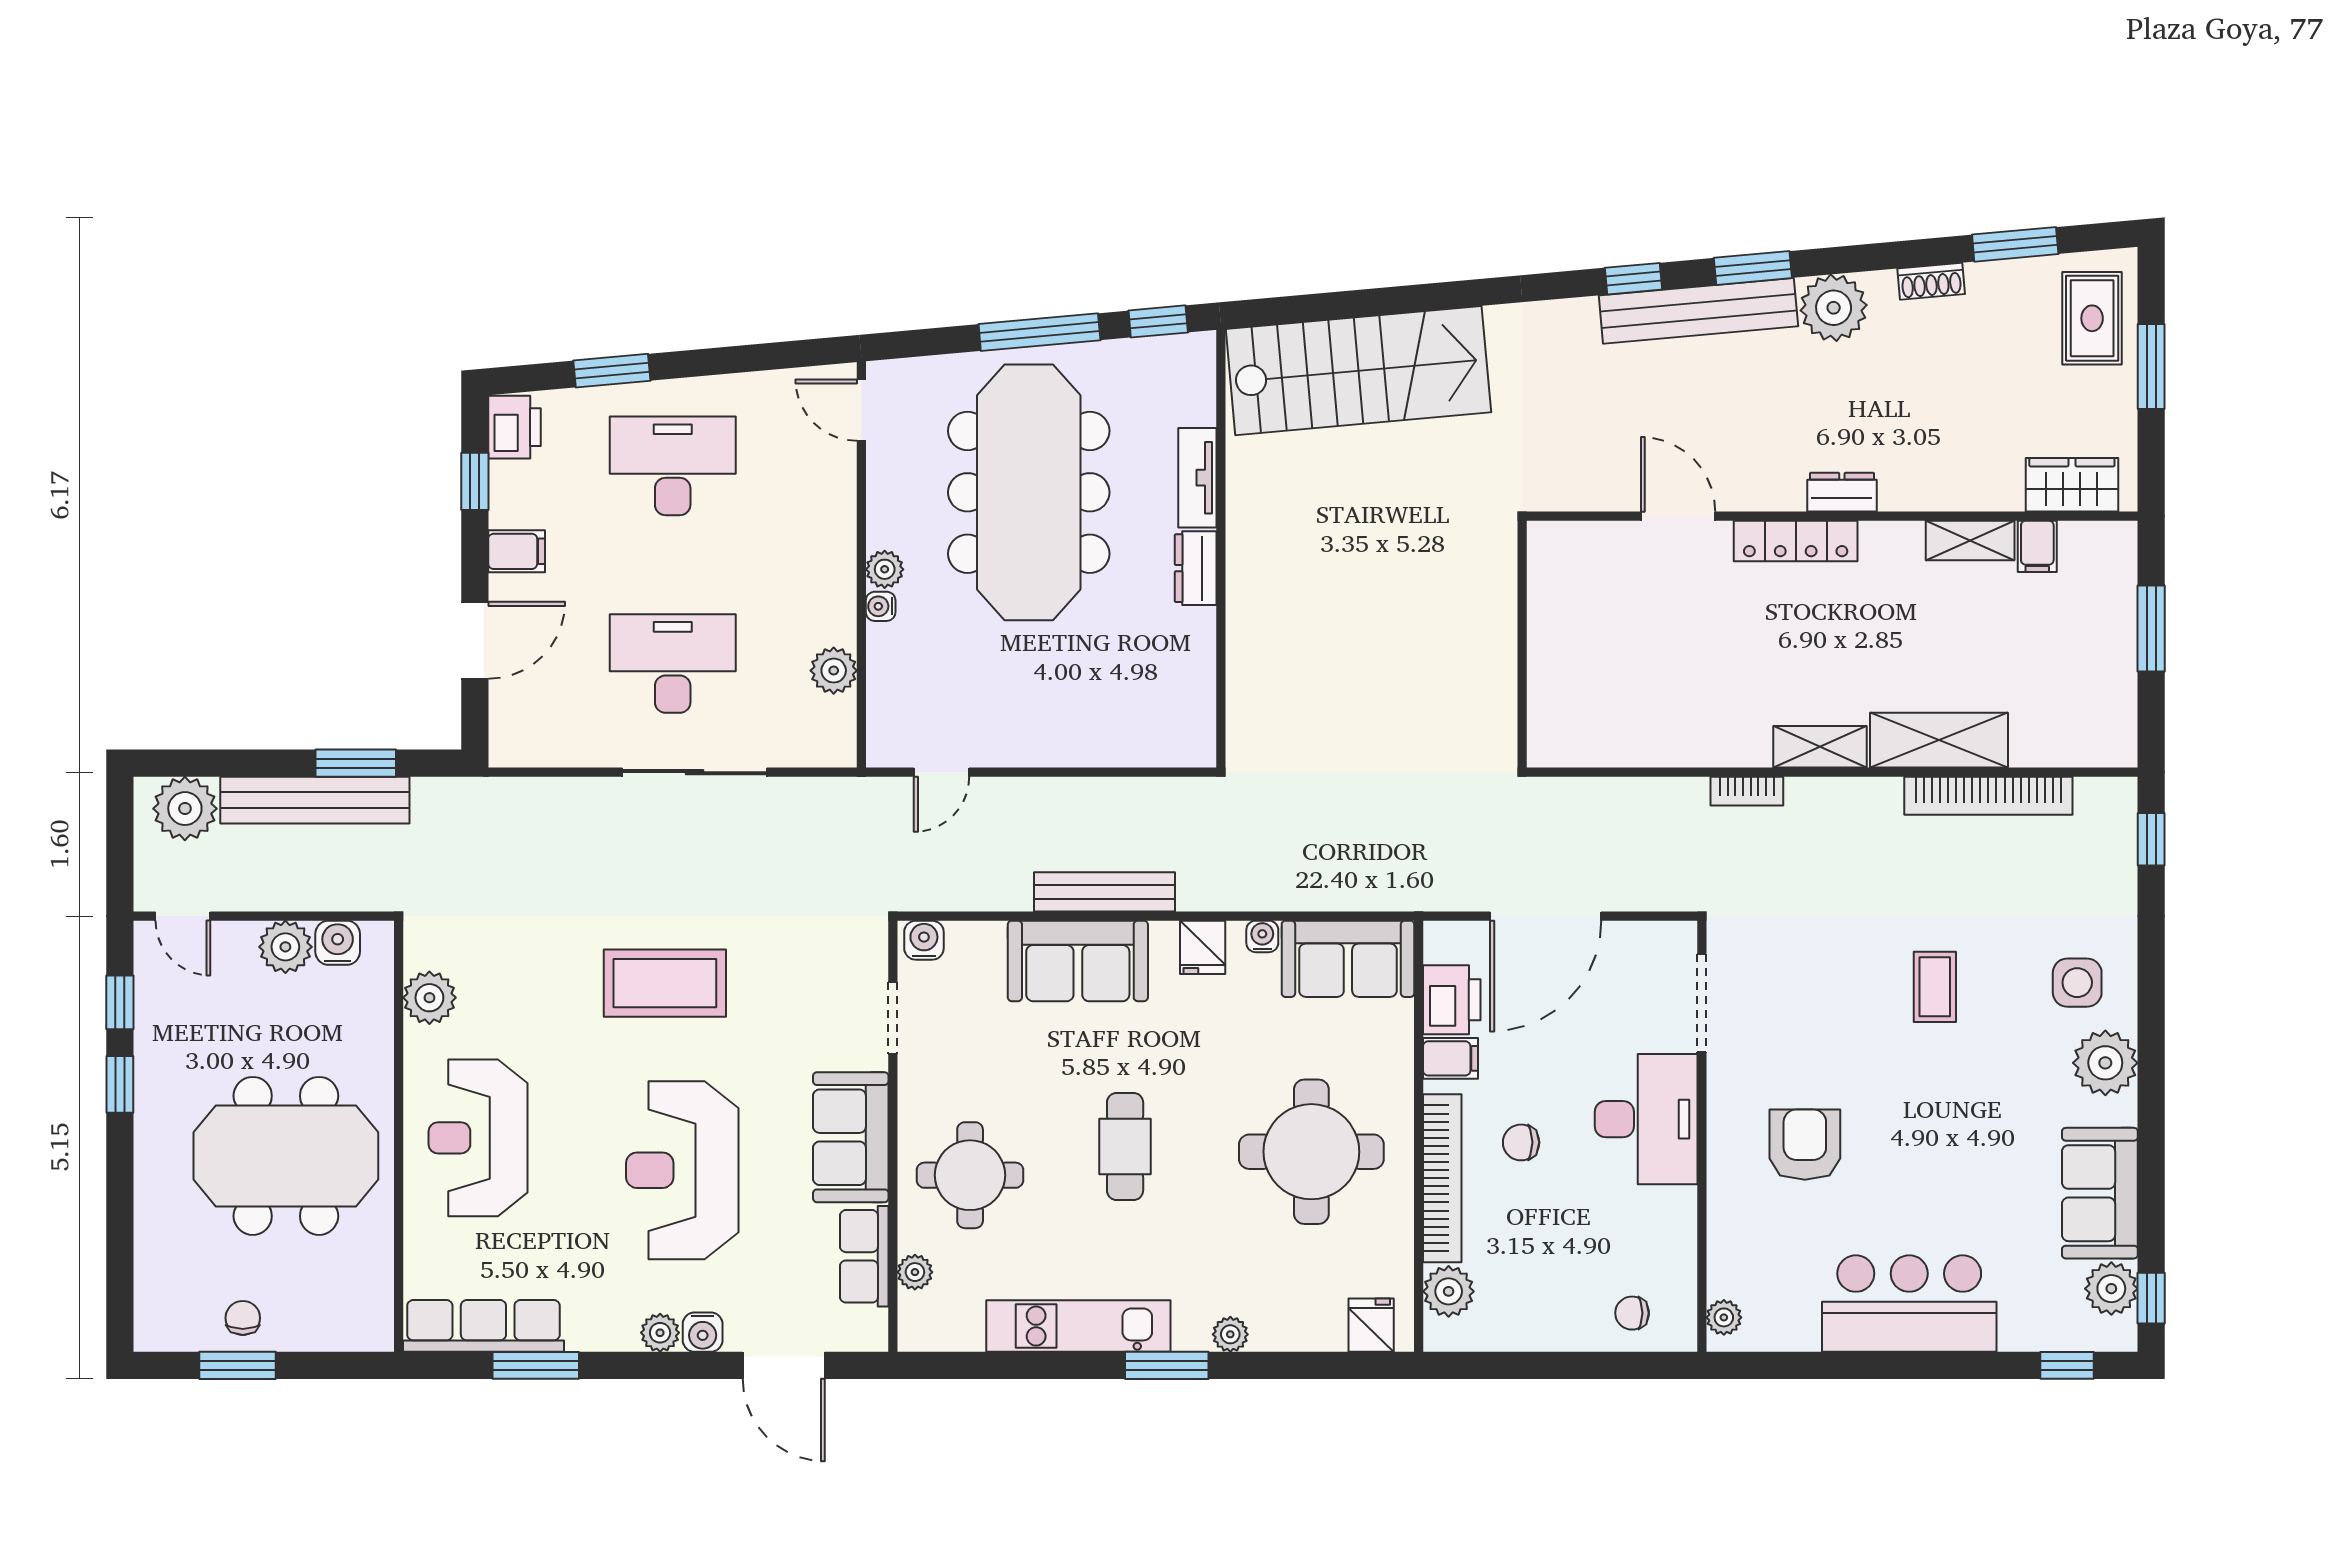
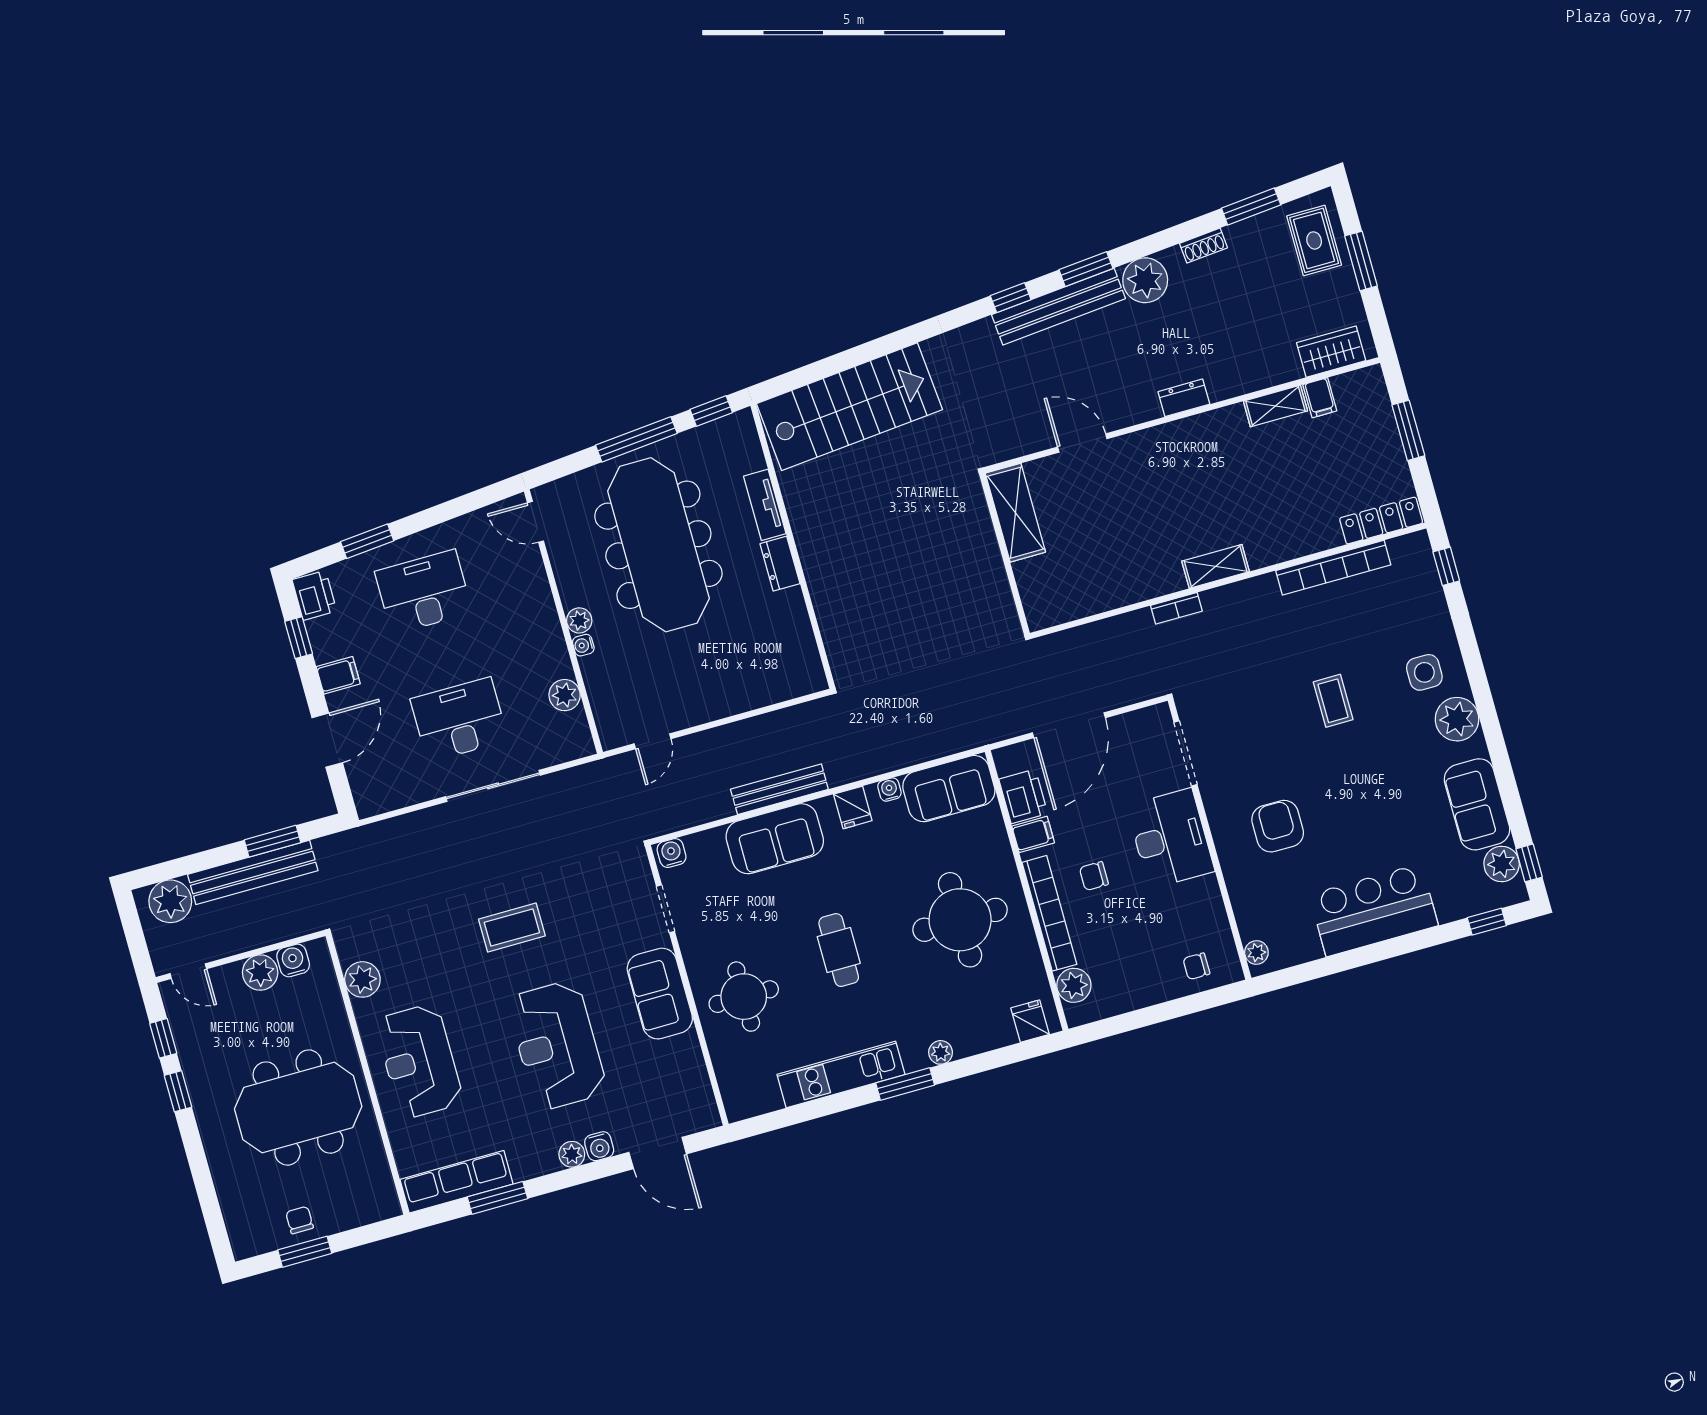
locker: (1796, 541) -> (1381, 521), moved, turned 180
shelving: (1939, 740) -> (1015, 513), moved, turned 90
coffee table: (665, 983) -> (512, 928), width x0.73, depth x0.76
row of seats: (864, 1256) -> (690, 1068), removed
plant: (915, 1272) -> (726, 1069), removed

